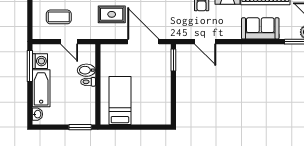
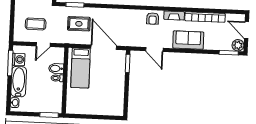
sofa: (260, 28) -> (188, 40), moved
door: (69, 42) -> (43, 45), hinge flipped
bed: (120, 100) -> (80, 68), moved, turned 180

